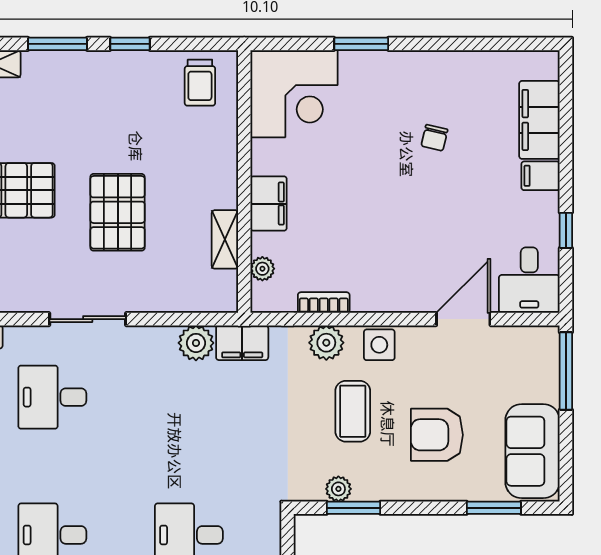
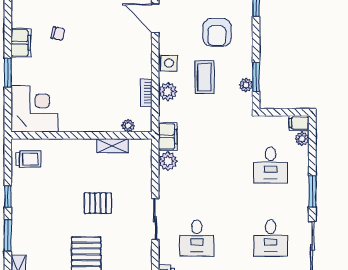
filing cabinet: (269, 204) -> (21, 43), moved, turned 90
pallet: (118, 212) -> (98, 203), width x0.67, depth x0.71
coffee table: (353, 411) -> (204, 77), turned 90

